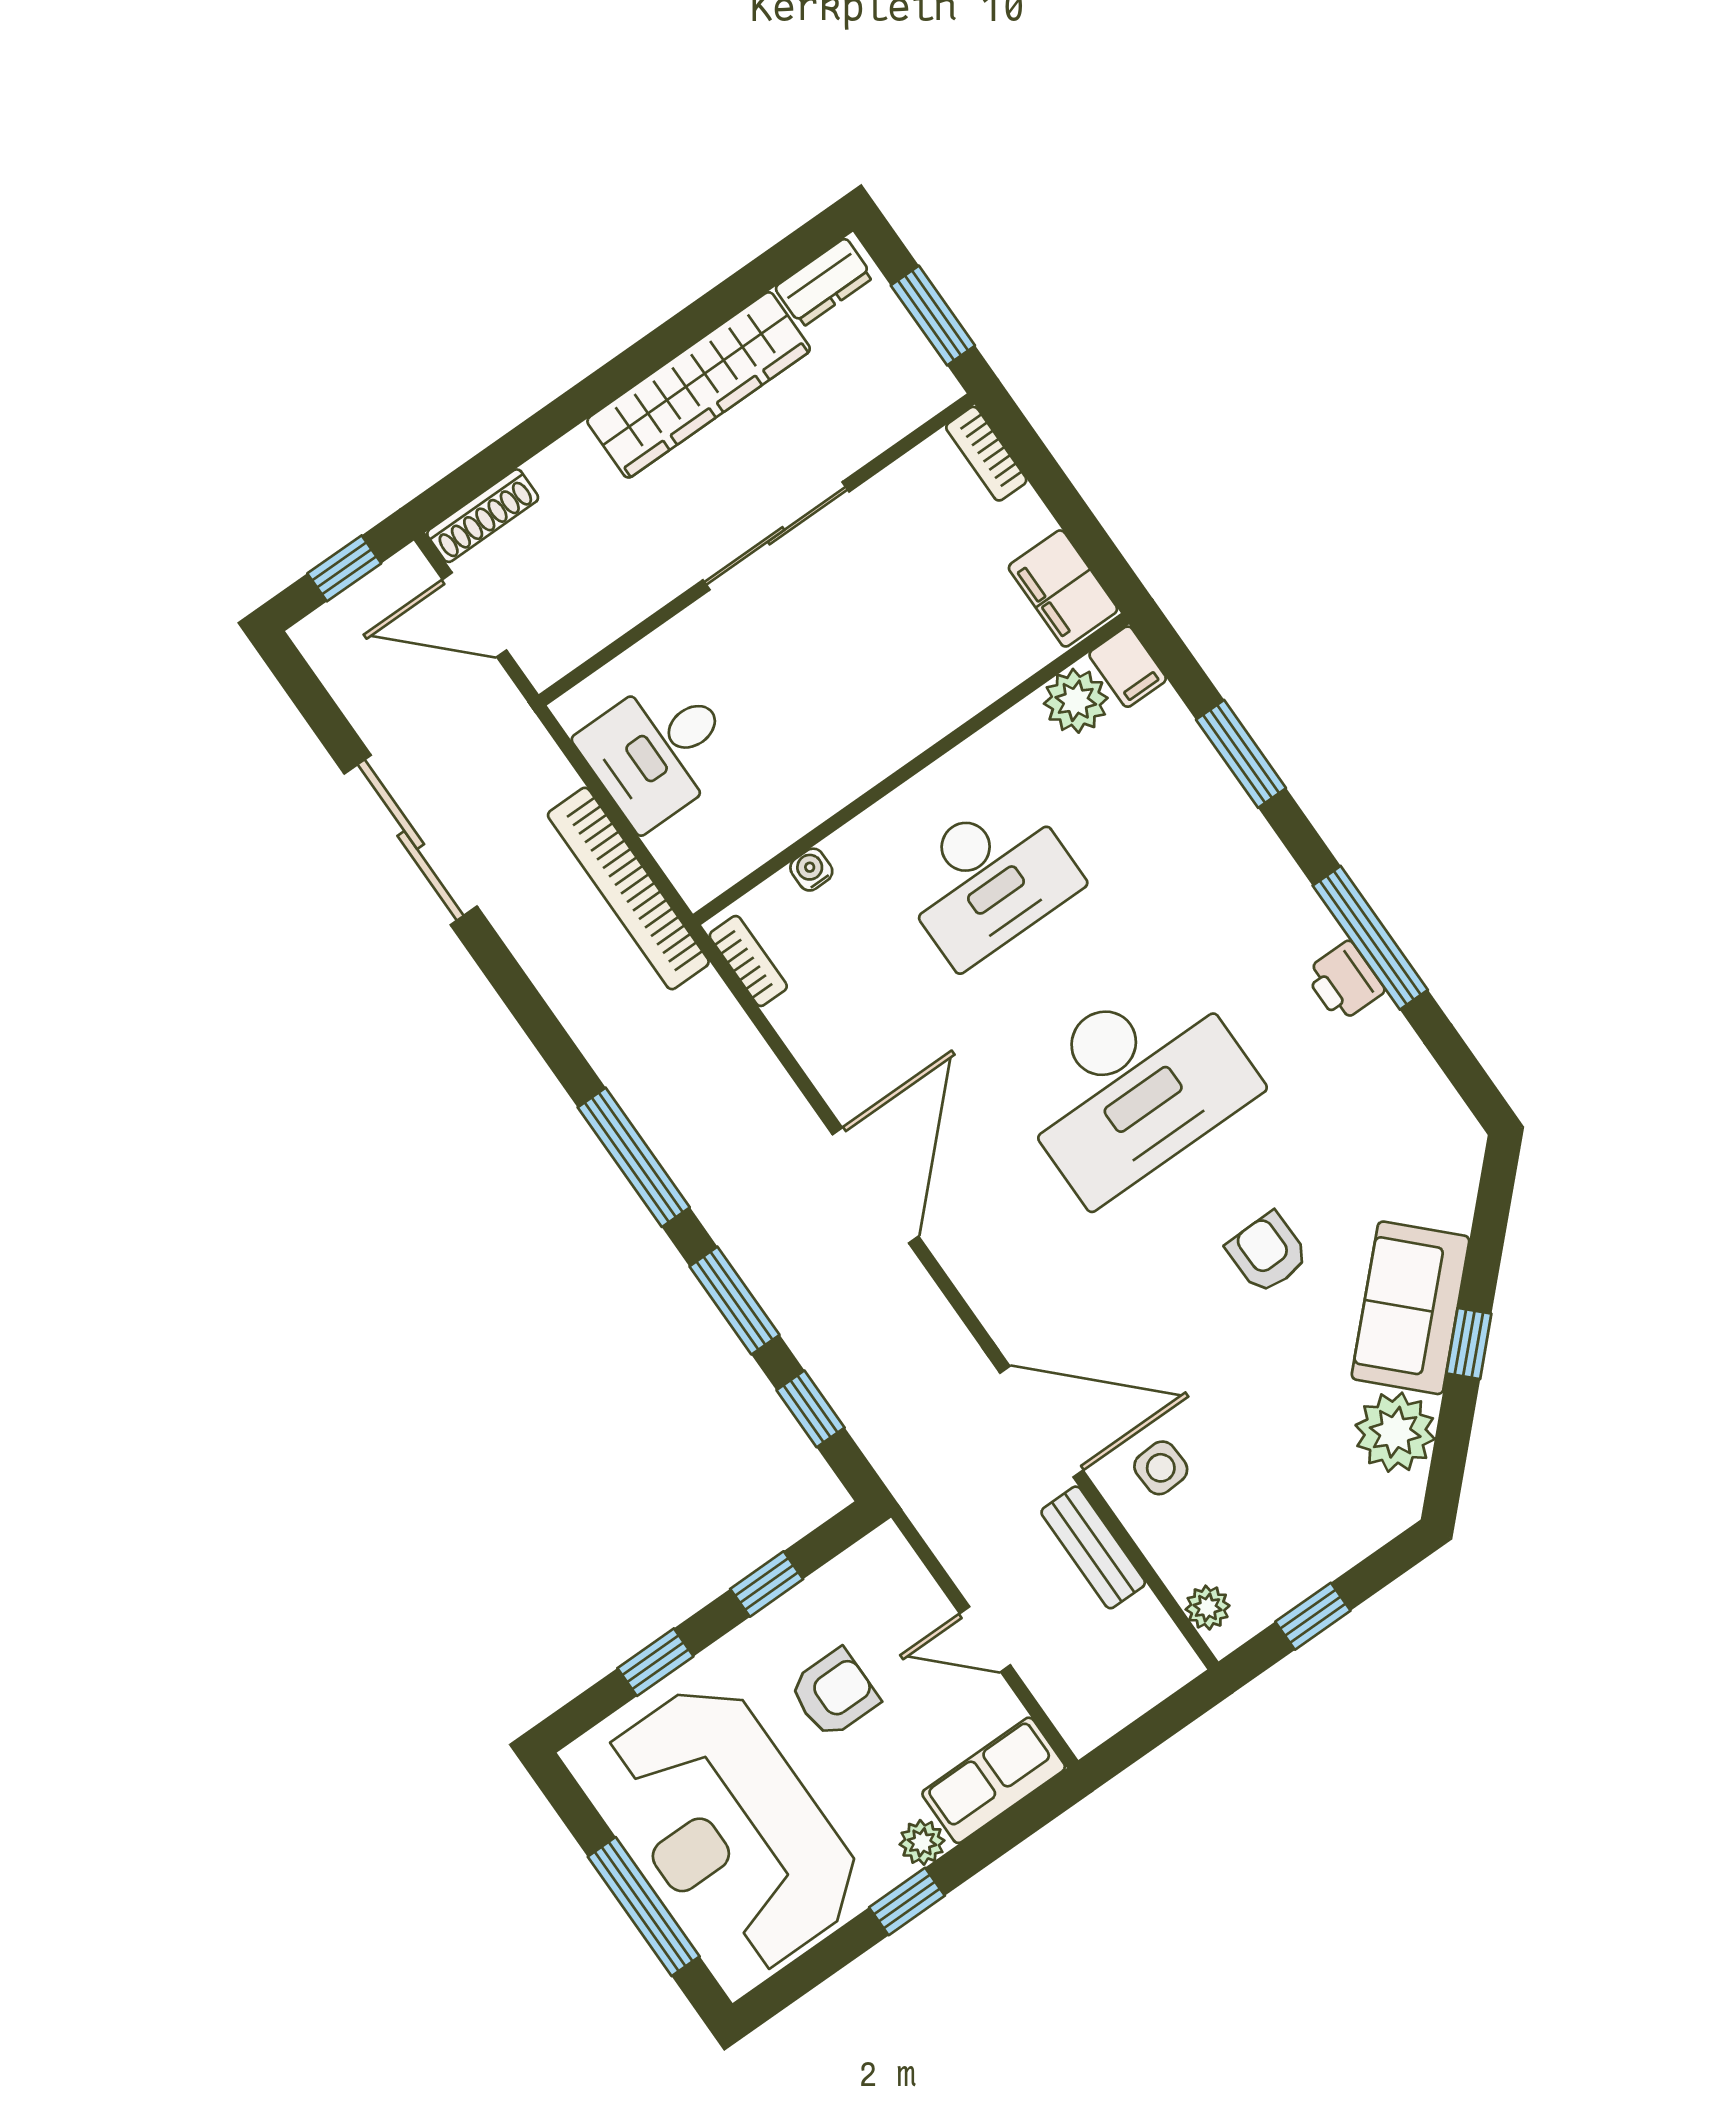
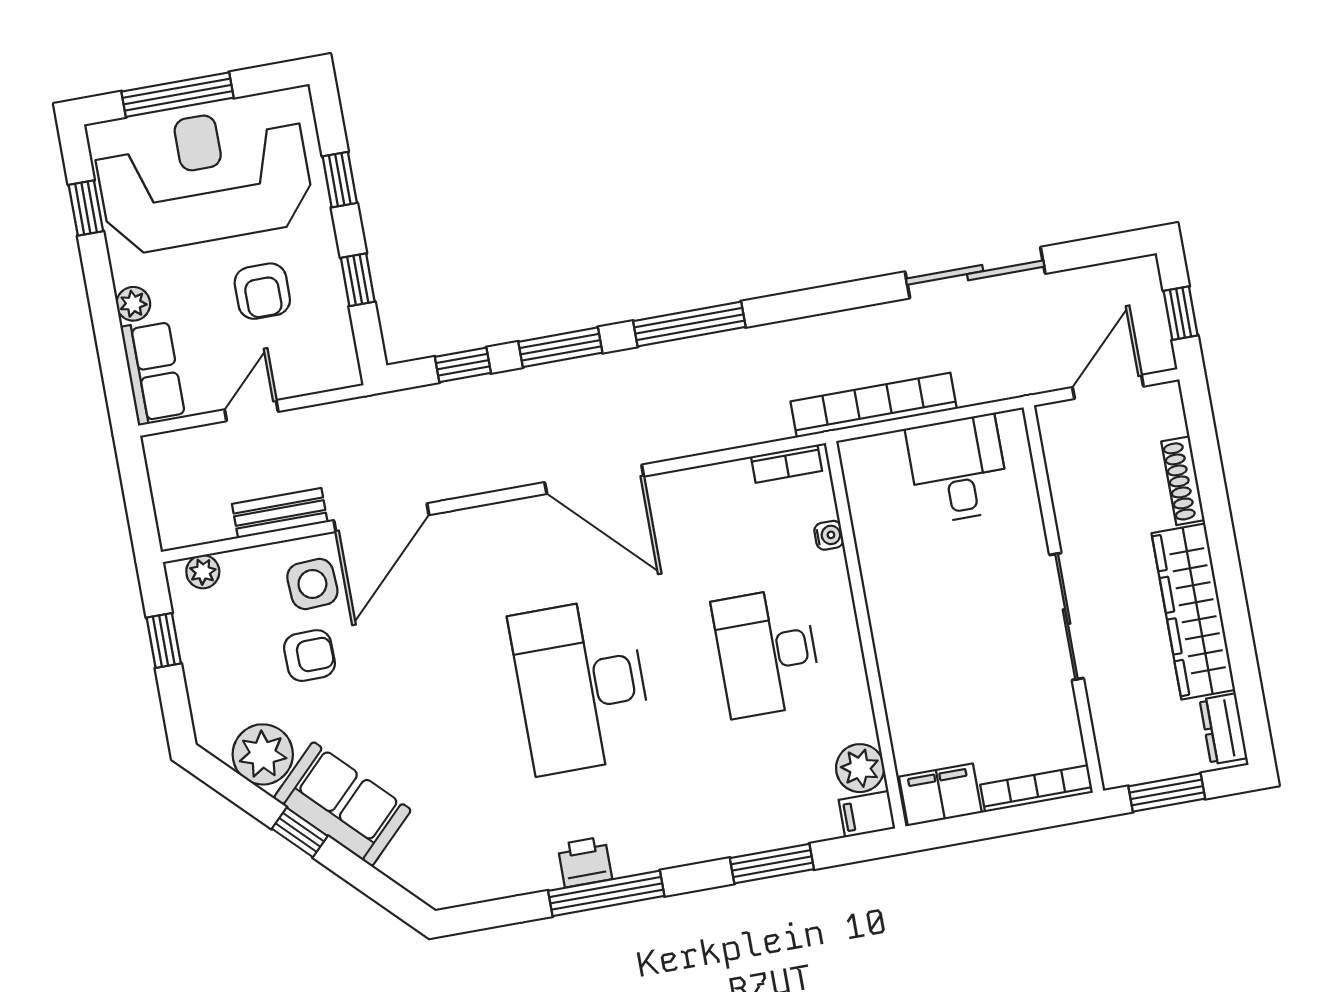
bookcase: (986, 454) -> (1037, 789), width x1.56
shoe rack: (483, 516) -> (1183, 481), moved
armchair: (1268, 1253) -> (309, 656), moved
side table: (1161, 1468) -> (312, 584), width x1.37, depth x1.37
window: (907, 1902) -> (86, 208), moved

